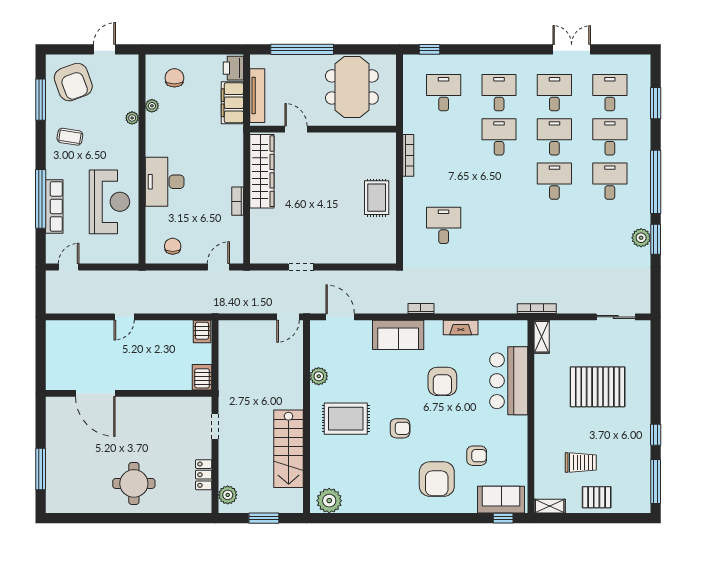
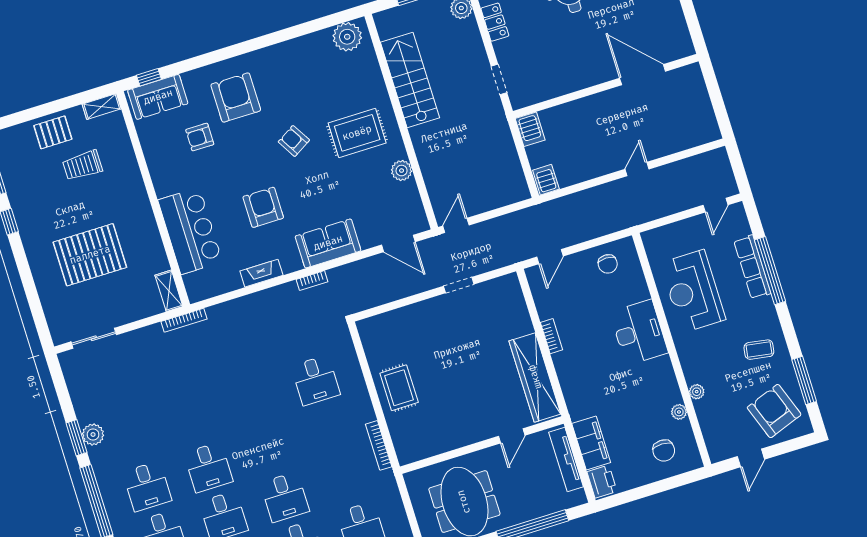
door: (296, 129) -> (512, 436), hinge flipped
armchair: (400, 428) -> (294, 141), turned 59

